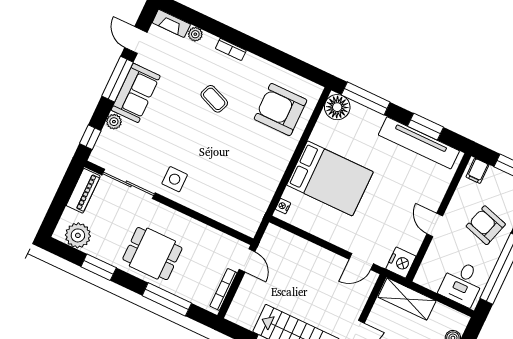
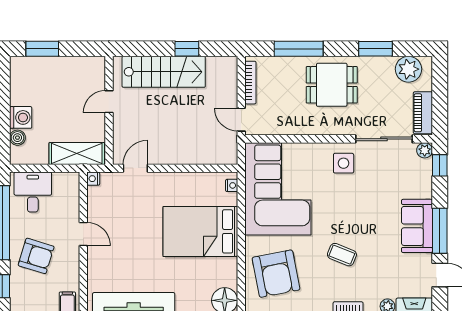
armchair: (281, 109) -> (276, 274), turned 79
plant: (114, 122) -> (425, 150), moved
corner sofa: (243, 184) -> (278, 189), added
nightstand: (401, 263) -> (93, 179), width x0.53, depth x0.56

